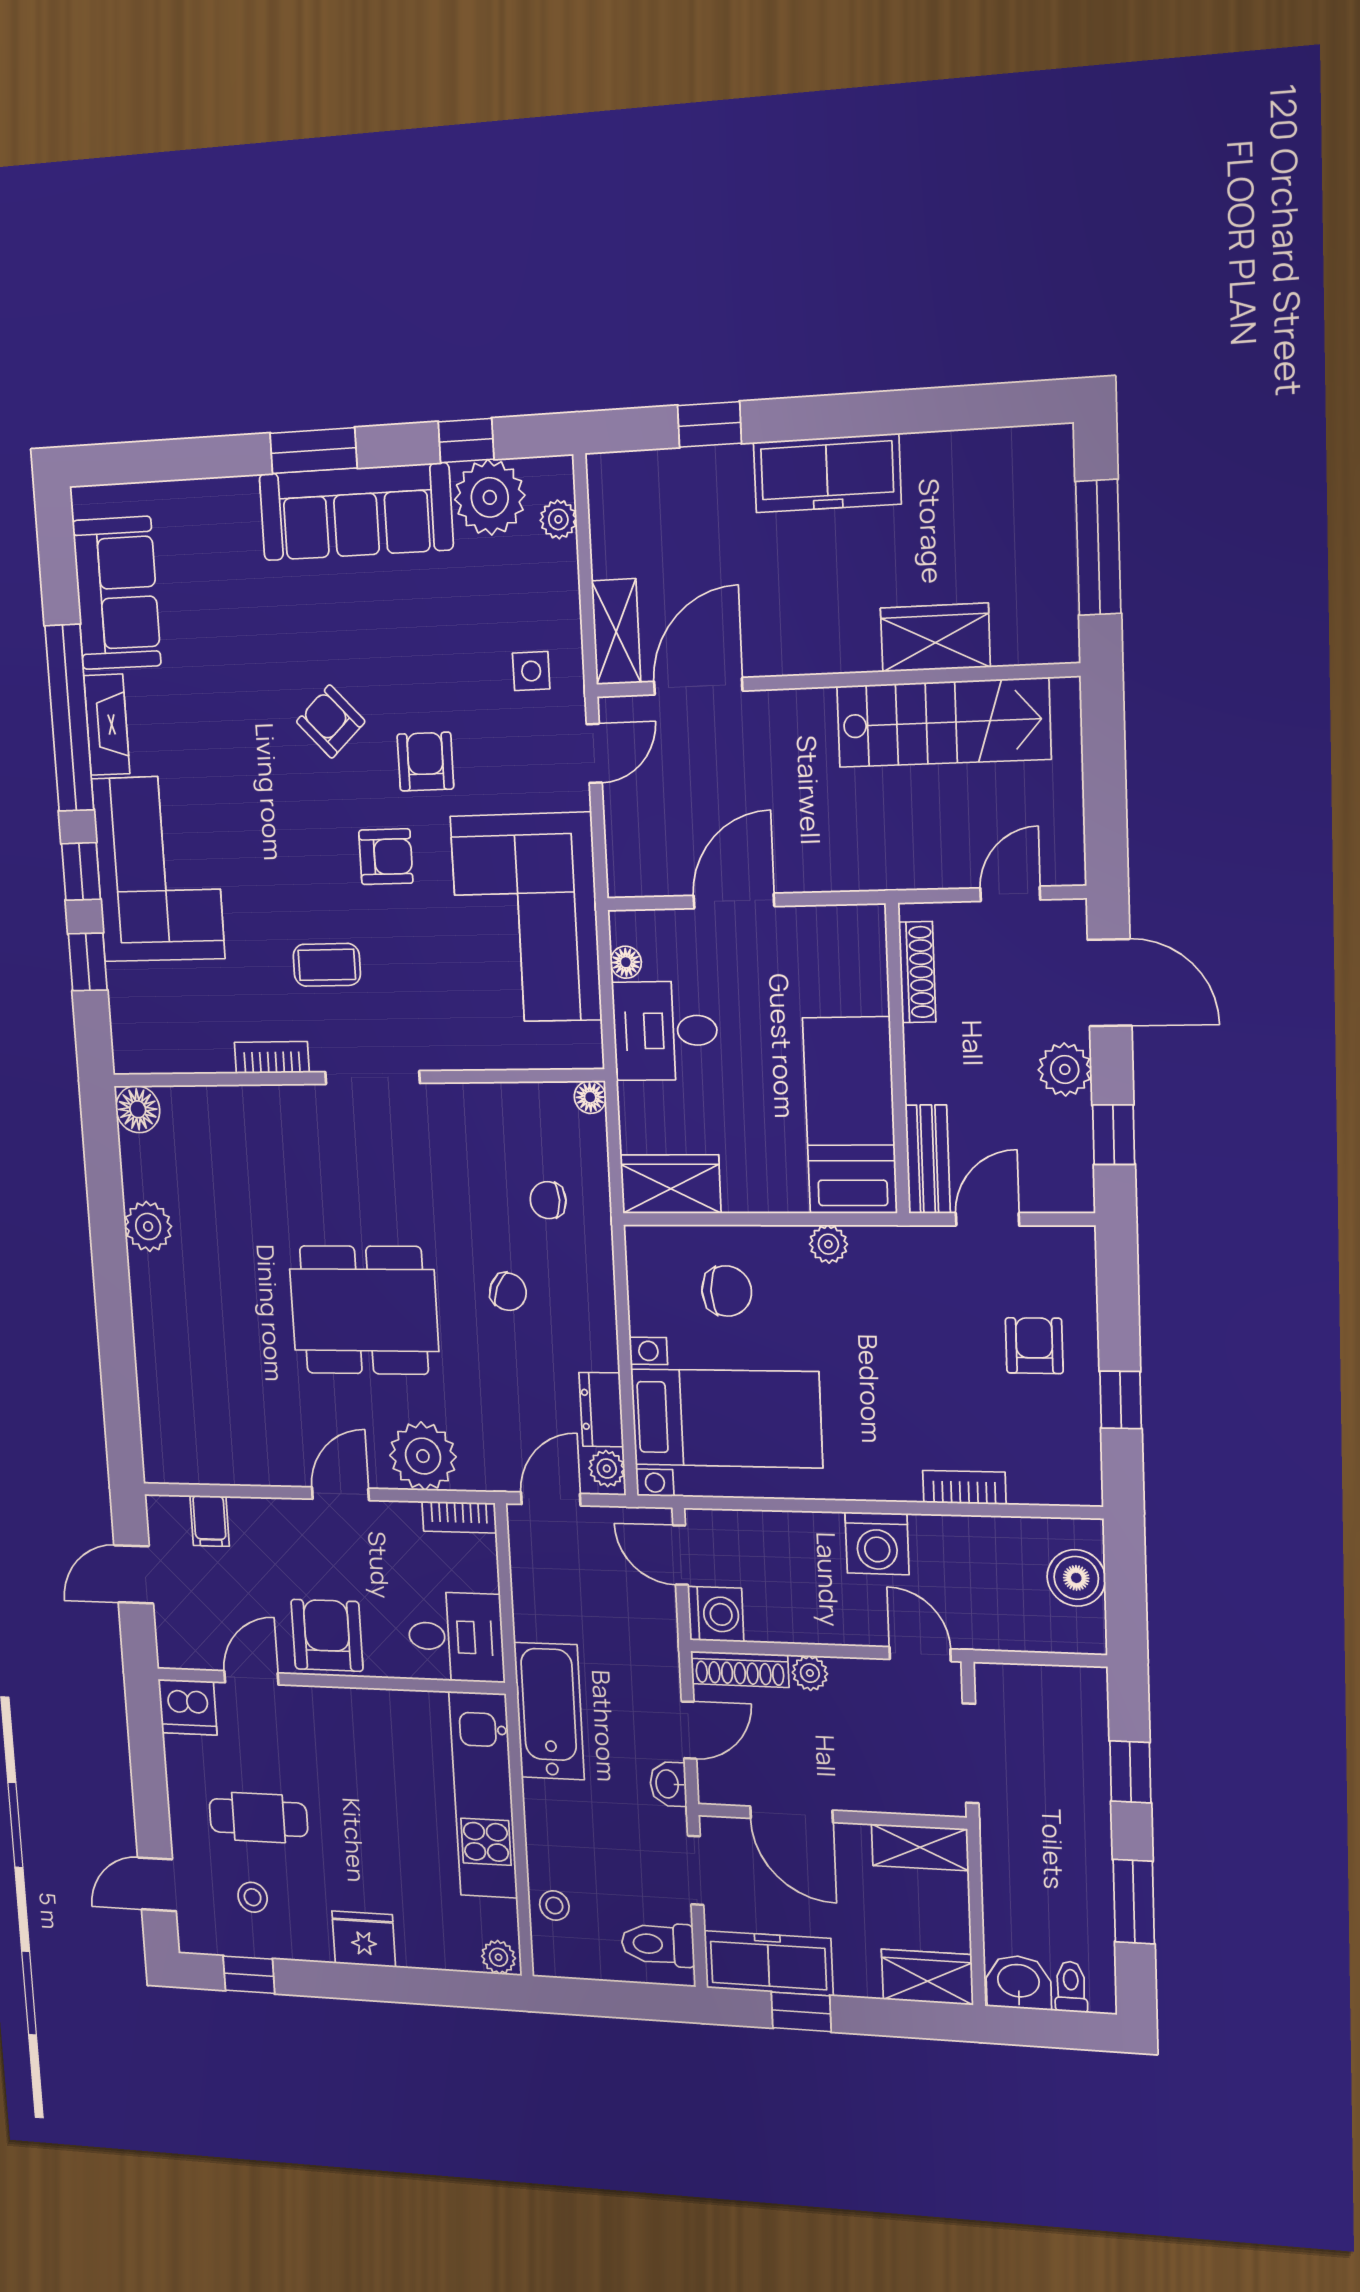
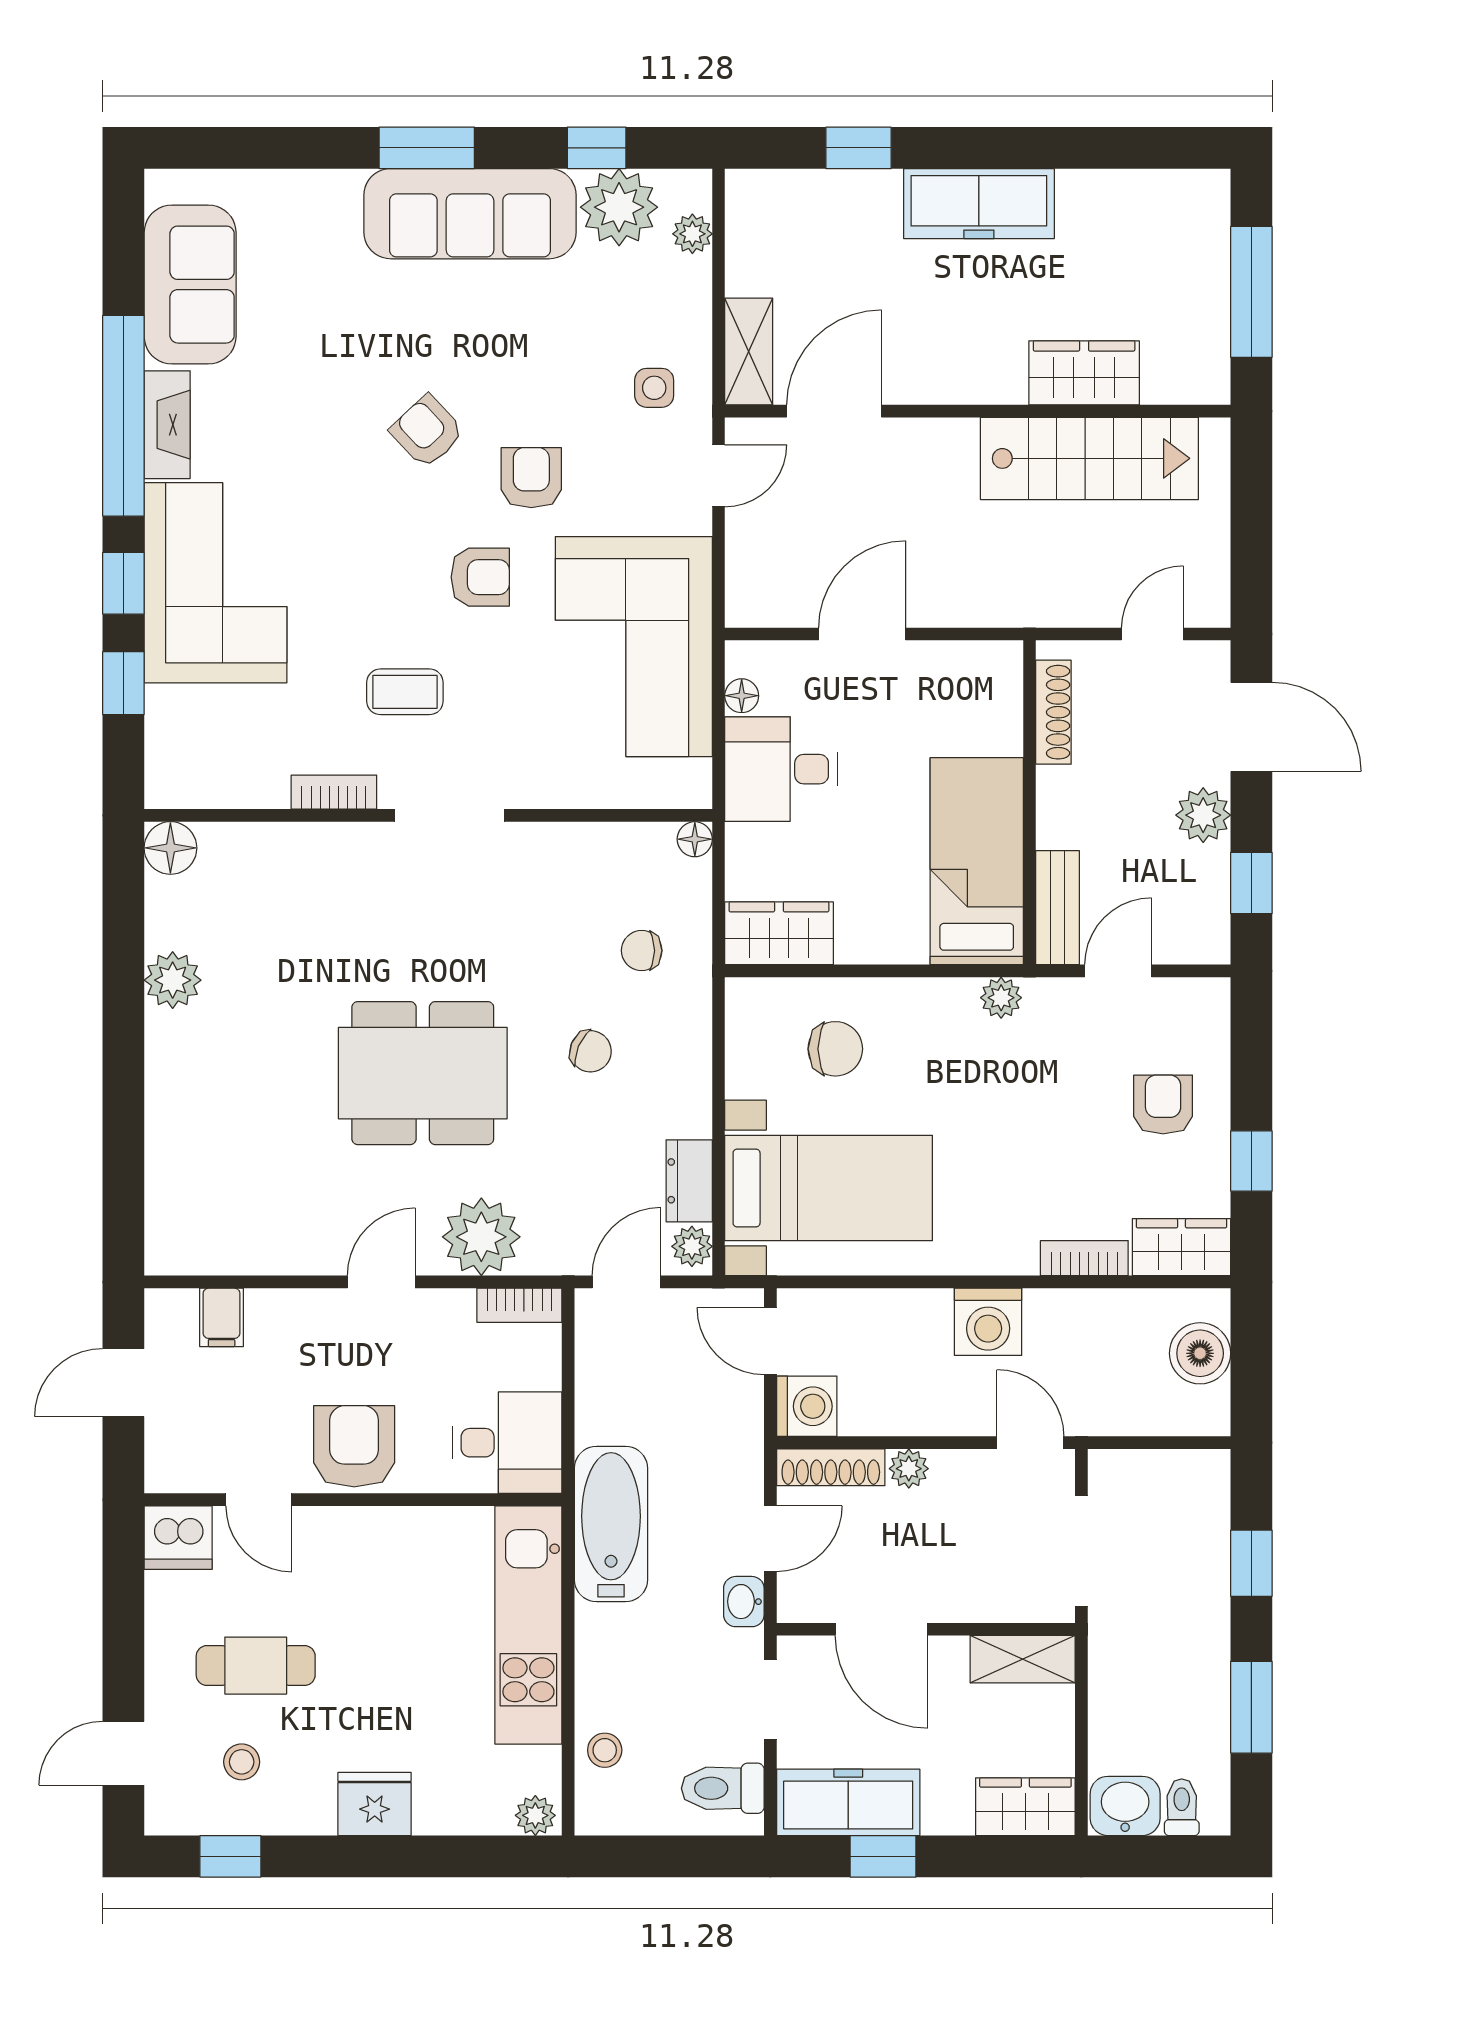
plant: (828, 1244) -> (1001, 998), moved
wardrobe: (1056, 1479) -> (1182, 1247), added
door: (251, 1678) -> (259, 1500), swing flipped

